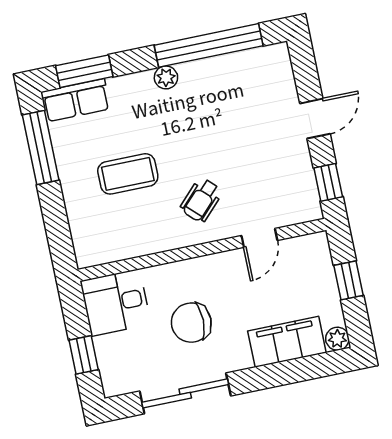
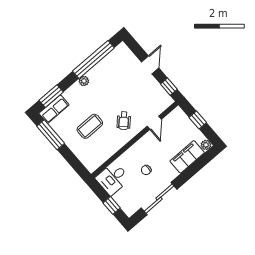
chair: (191, 323) -> (146, 170), width x0.54, depth x0.54

